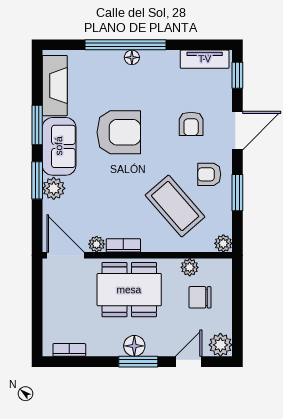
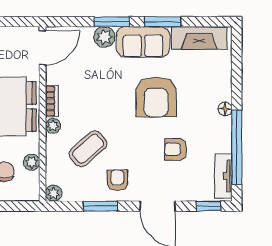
window: (126, 45) -> (237, 147), moved
armchair: (191, 124) -> (176, 149), moved
coffee table: (175, 206) -> (88, 149), width x0.73, depth x0.76
plant: (97, 244) -> (53, 126), moved

